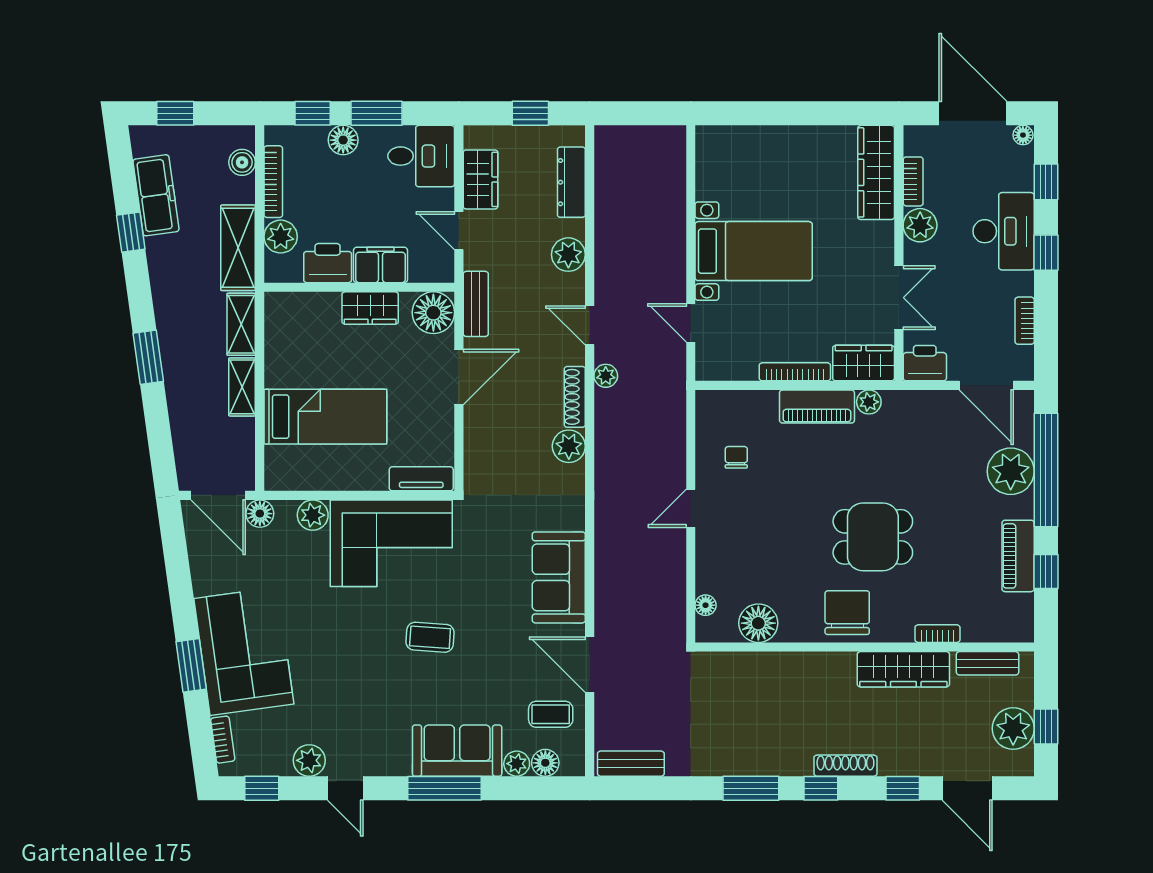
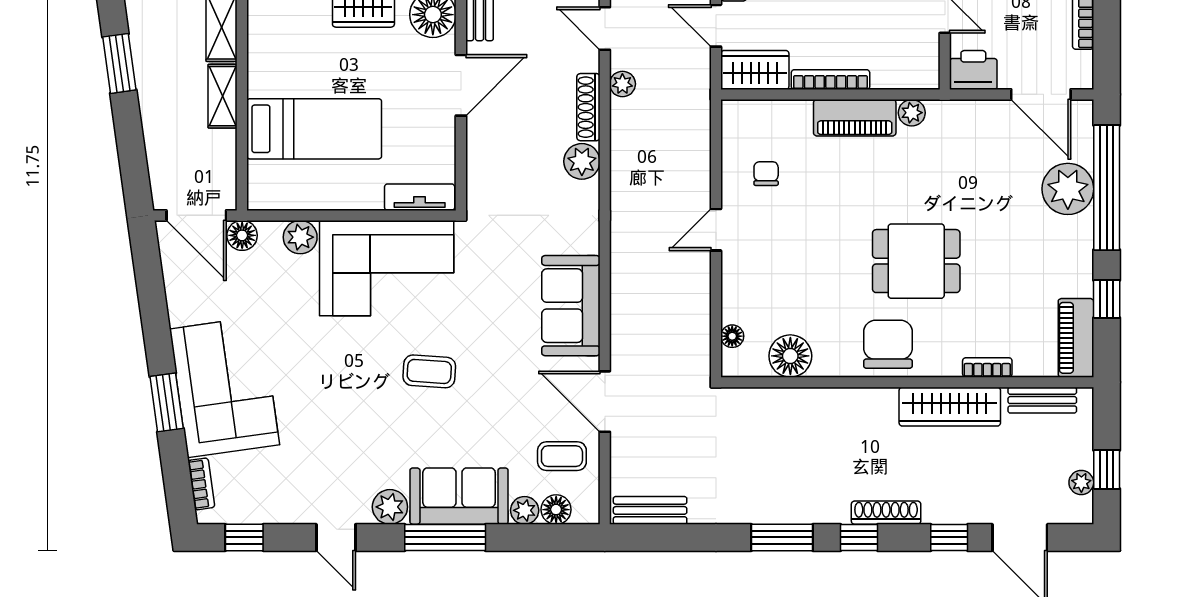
wardrobe: (864, 363) -> (755, 70), moved
piano: (1018, 556) -> (1076, 338), moved
plant: (1013, 728) -> (1081, 483), width x0.53, depth x0.53
plant: (309, 760) -> (390, 507), moved

